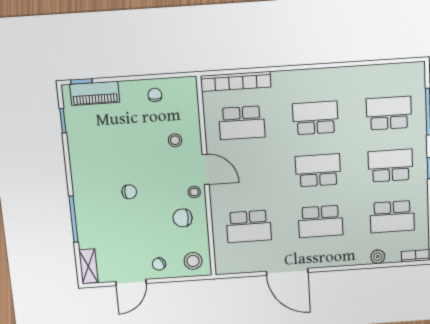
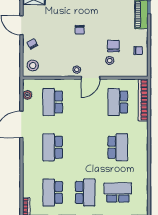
school desk: (389, 113) -> (118, 192), turned -90
school desk: (318, 170) -> (85, 147), removed
chair: (183, 218) -> (113, 46), moved
plant: (378, 257) -> (27, 95), moved

